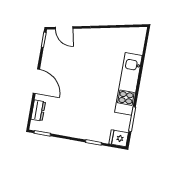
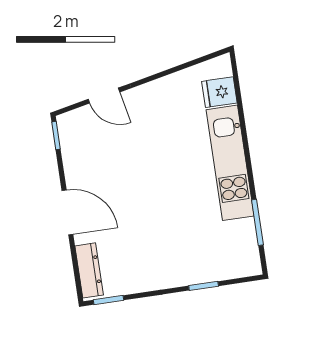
door: (64, 28) -> (104, 96), moved
dresser: (38, 110) -> (89, 270), width x1.44
fridge: (119, 138) -> (219, 92), moved

